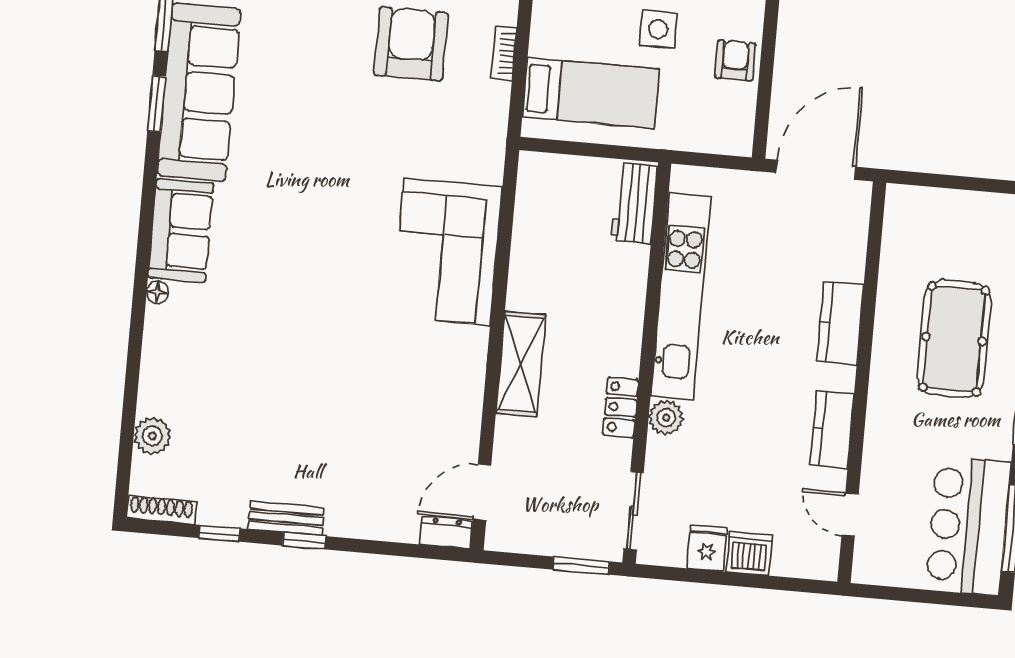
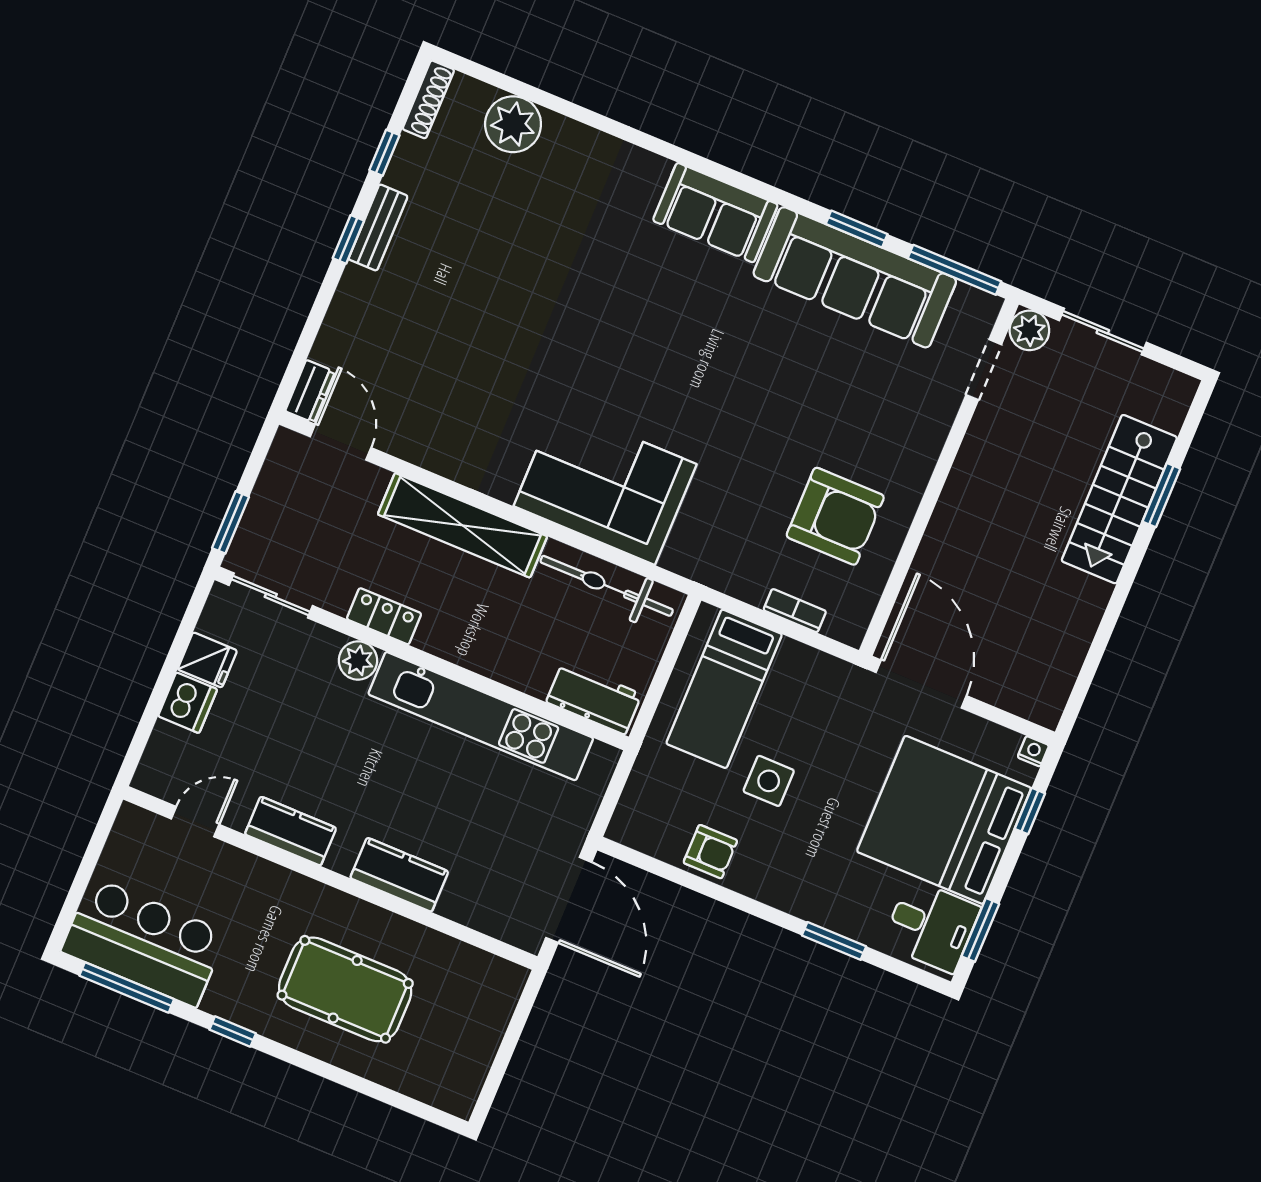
bicycle: (534, 223) -> (607, 586), added
floor lamp: (158, 292) -> (658, 168), removed
shelving: (521, 364) -> (462, 525), width x1.47
plant: (152, 436) -> (513, 124), width x1.36, depth x1.36

